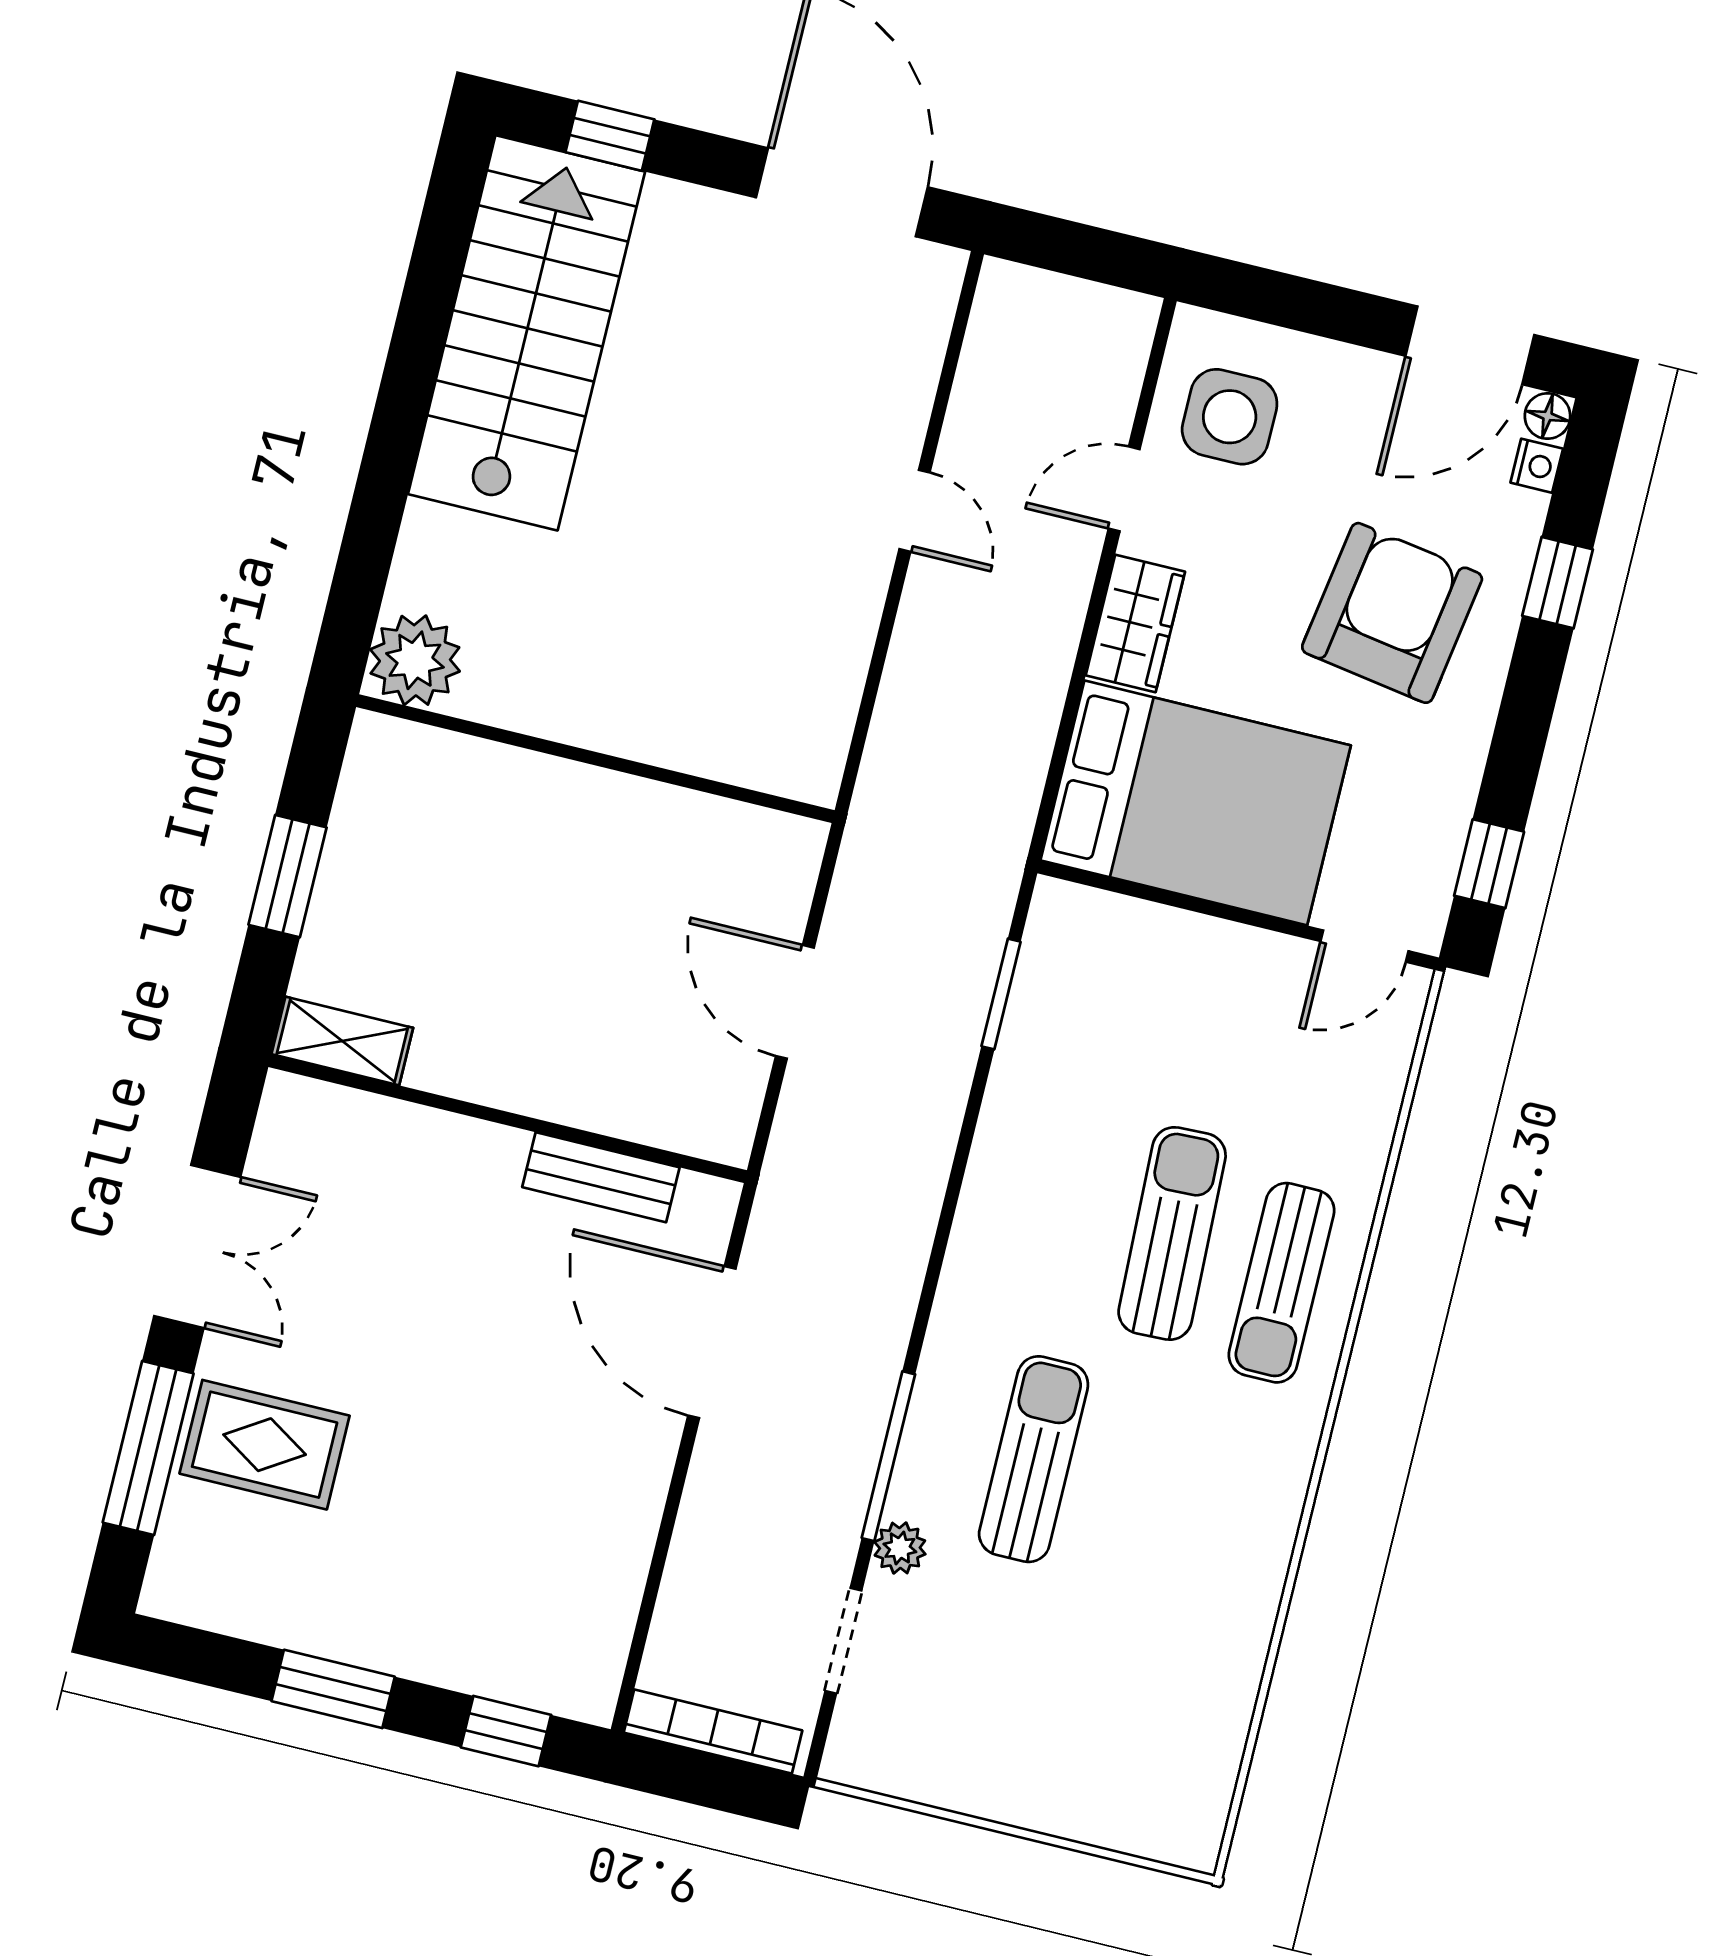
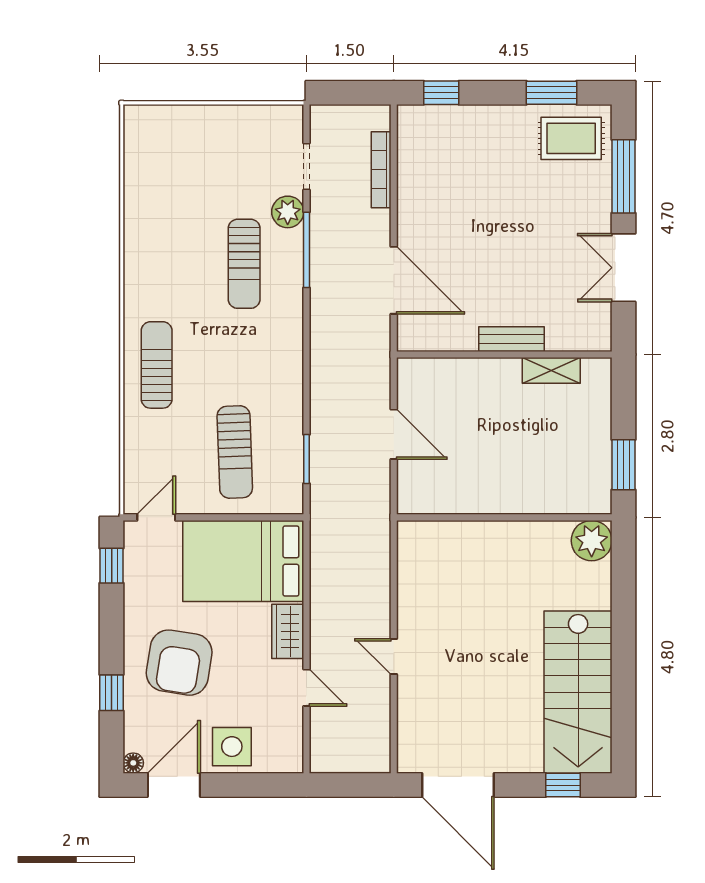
side table: (1230, 417) -> (232, 747), moved
nightstand: (1537, 466) -> (133, 741), removed
door: (1124, 489) -> (306, 688), hinge flipped
window: (288, 876) -> (624, 465), moved
shelving: (342, 1041) -> (551, 370), moved
bench: (601, 1177) -> (511, 339), moved
sun lounger: (1172, 1233) -> (235, 452), moved
rug: (265, 1445) -> (571, 138), moved
plant: (900, 1548) -> (288, 212), width x1.38, depth x1.38
window: (333, 1689) -> (551, 93), moved
bookcase: (713, 1731) -> (381, 170), moved, turned 90

